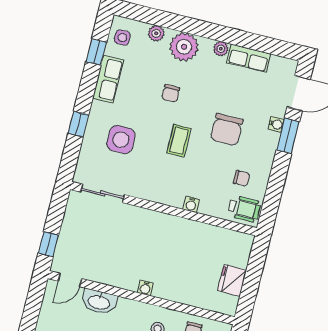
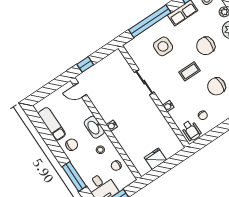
chair: (171, 93) -> (206, 46), width x1.87, depth x1.87
window: (78, 124) -> (150, 21), width x3.17
sliding door: (103, 193) -> (144, 82), moved
washbasin: (99, 302) -> (94, 127), moved

